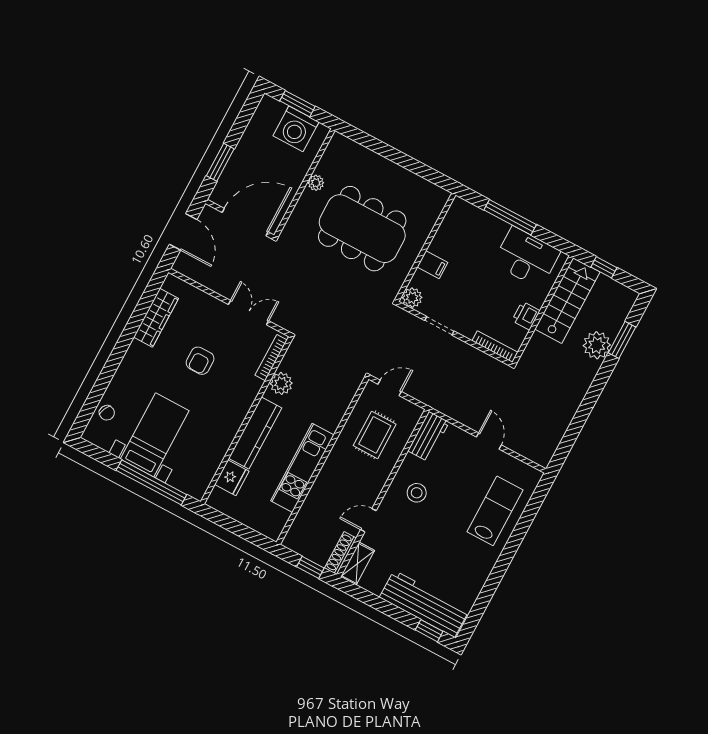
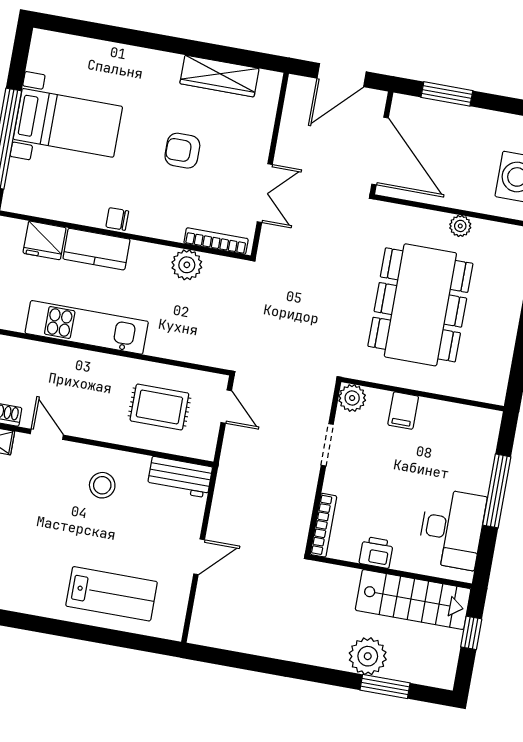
chair: (107, 413) -> (117, 219), moved, turned 65
kitchen counter: (255, 433) -> (96, 249), width x0.67

